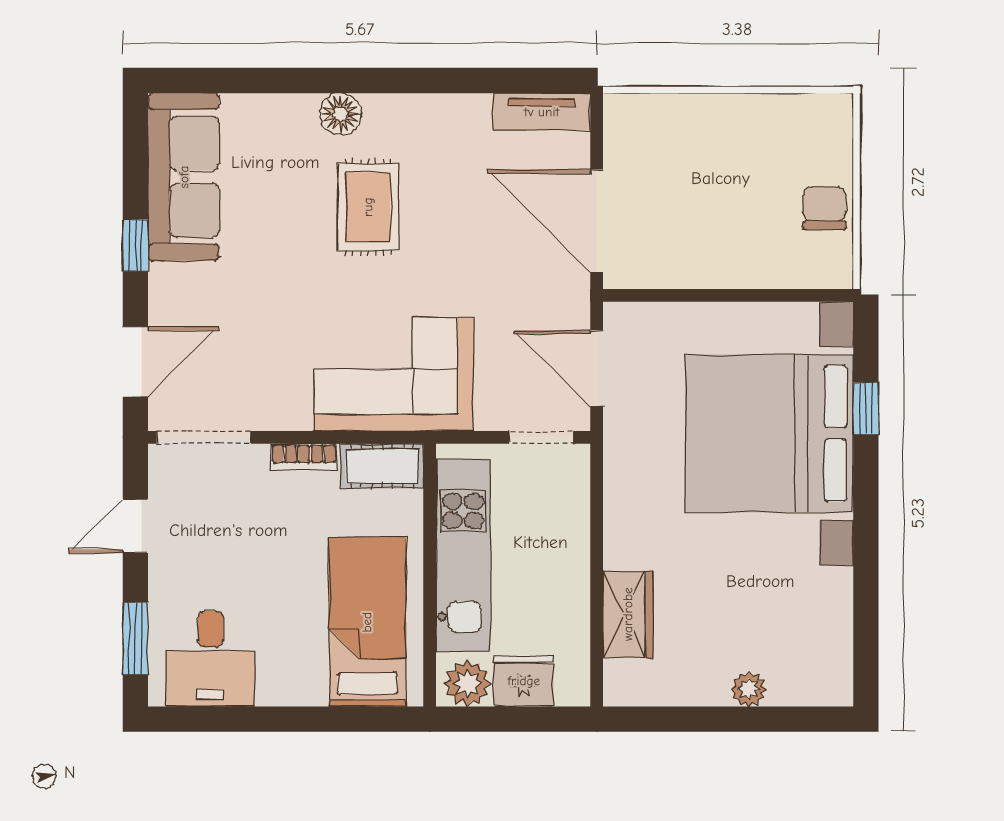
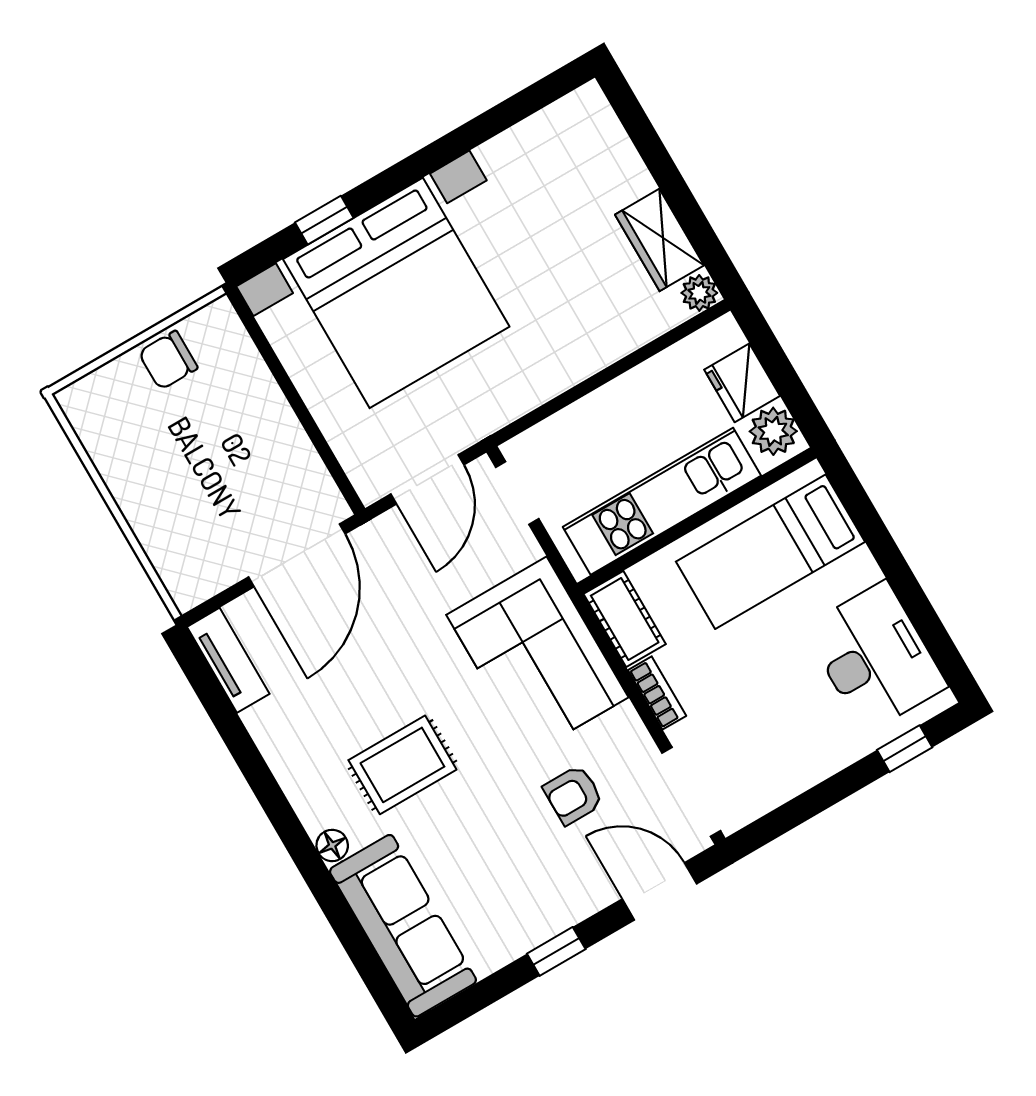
floor lamp: (340, 114) -> (332, 845), width x0.73, depth x0.73
sofa: (184, 177) -> (403, 926), moved, turned 90
armchair: (259, 336) -> (573, 795), added
door: (135, 526) -> (805, 807), removed
wardrobe: (628, 614) -> (660, 240), moved, turned -90
window: (135, 638) -> (905, 749), width x0.67
desk: (210, 659) -> (875, 657), width x1.37
plant: (749, 689) -> (699, 293), moved

